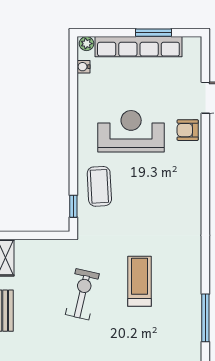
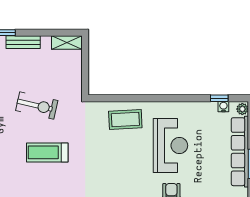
window: (73, 206) -> (219, 98), moved
treadmill: (139, 281) -> (47, 152), turned 180

